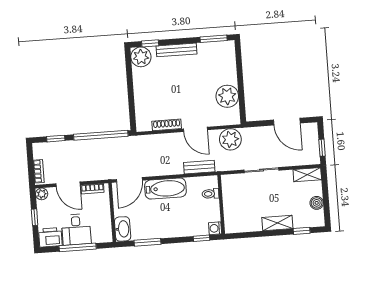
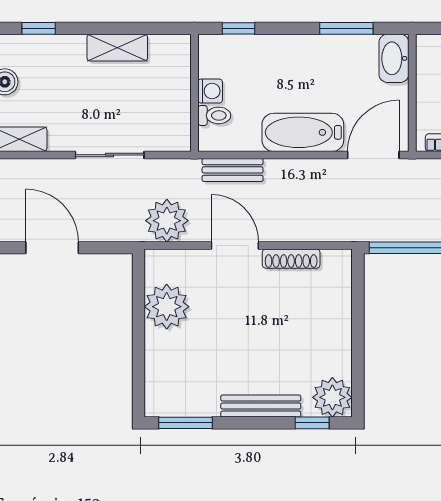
shelving: (277, 223) -> (117, 48), moved
washing machine: (215, 228) -> (210, 91), moved

